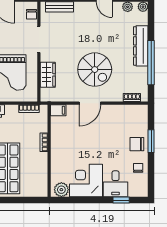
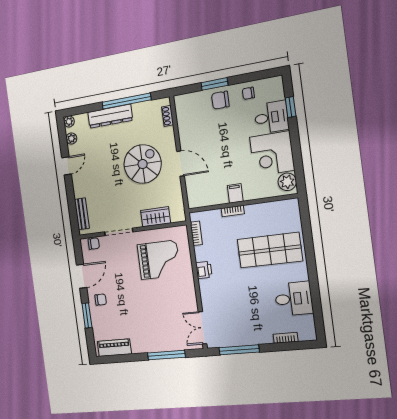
filing cabinet: (58, 110) -> (235, 193), moved
chair: (137, 144) -> (220, 100), turned 90

